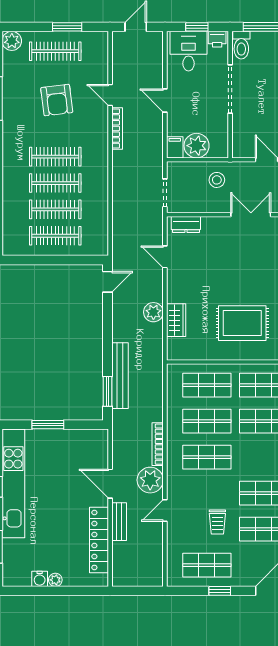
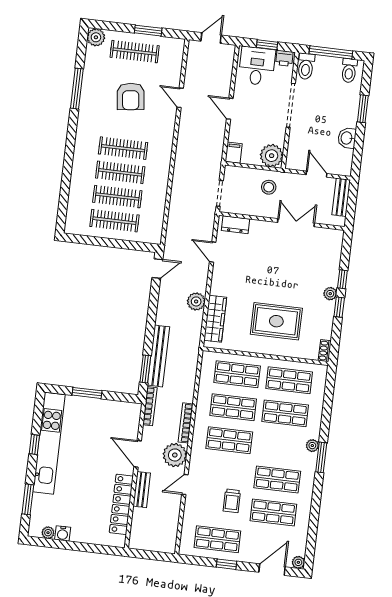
bookcase: (117, 128) -> (150, 406), moved
plant: (197, 146) -> (272, 156), moved
wardrobe: (176, 320) -> (215, 319), width x1.50
plant: (55, 580) -> (48, 533), moved

